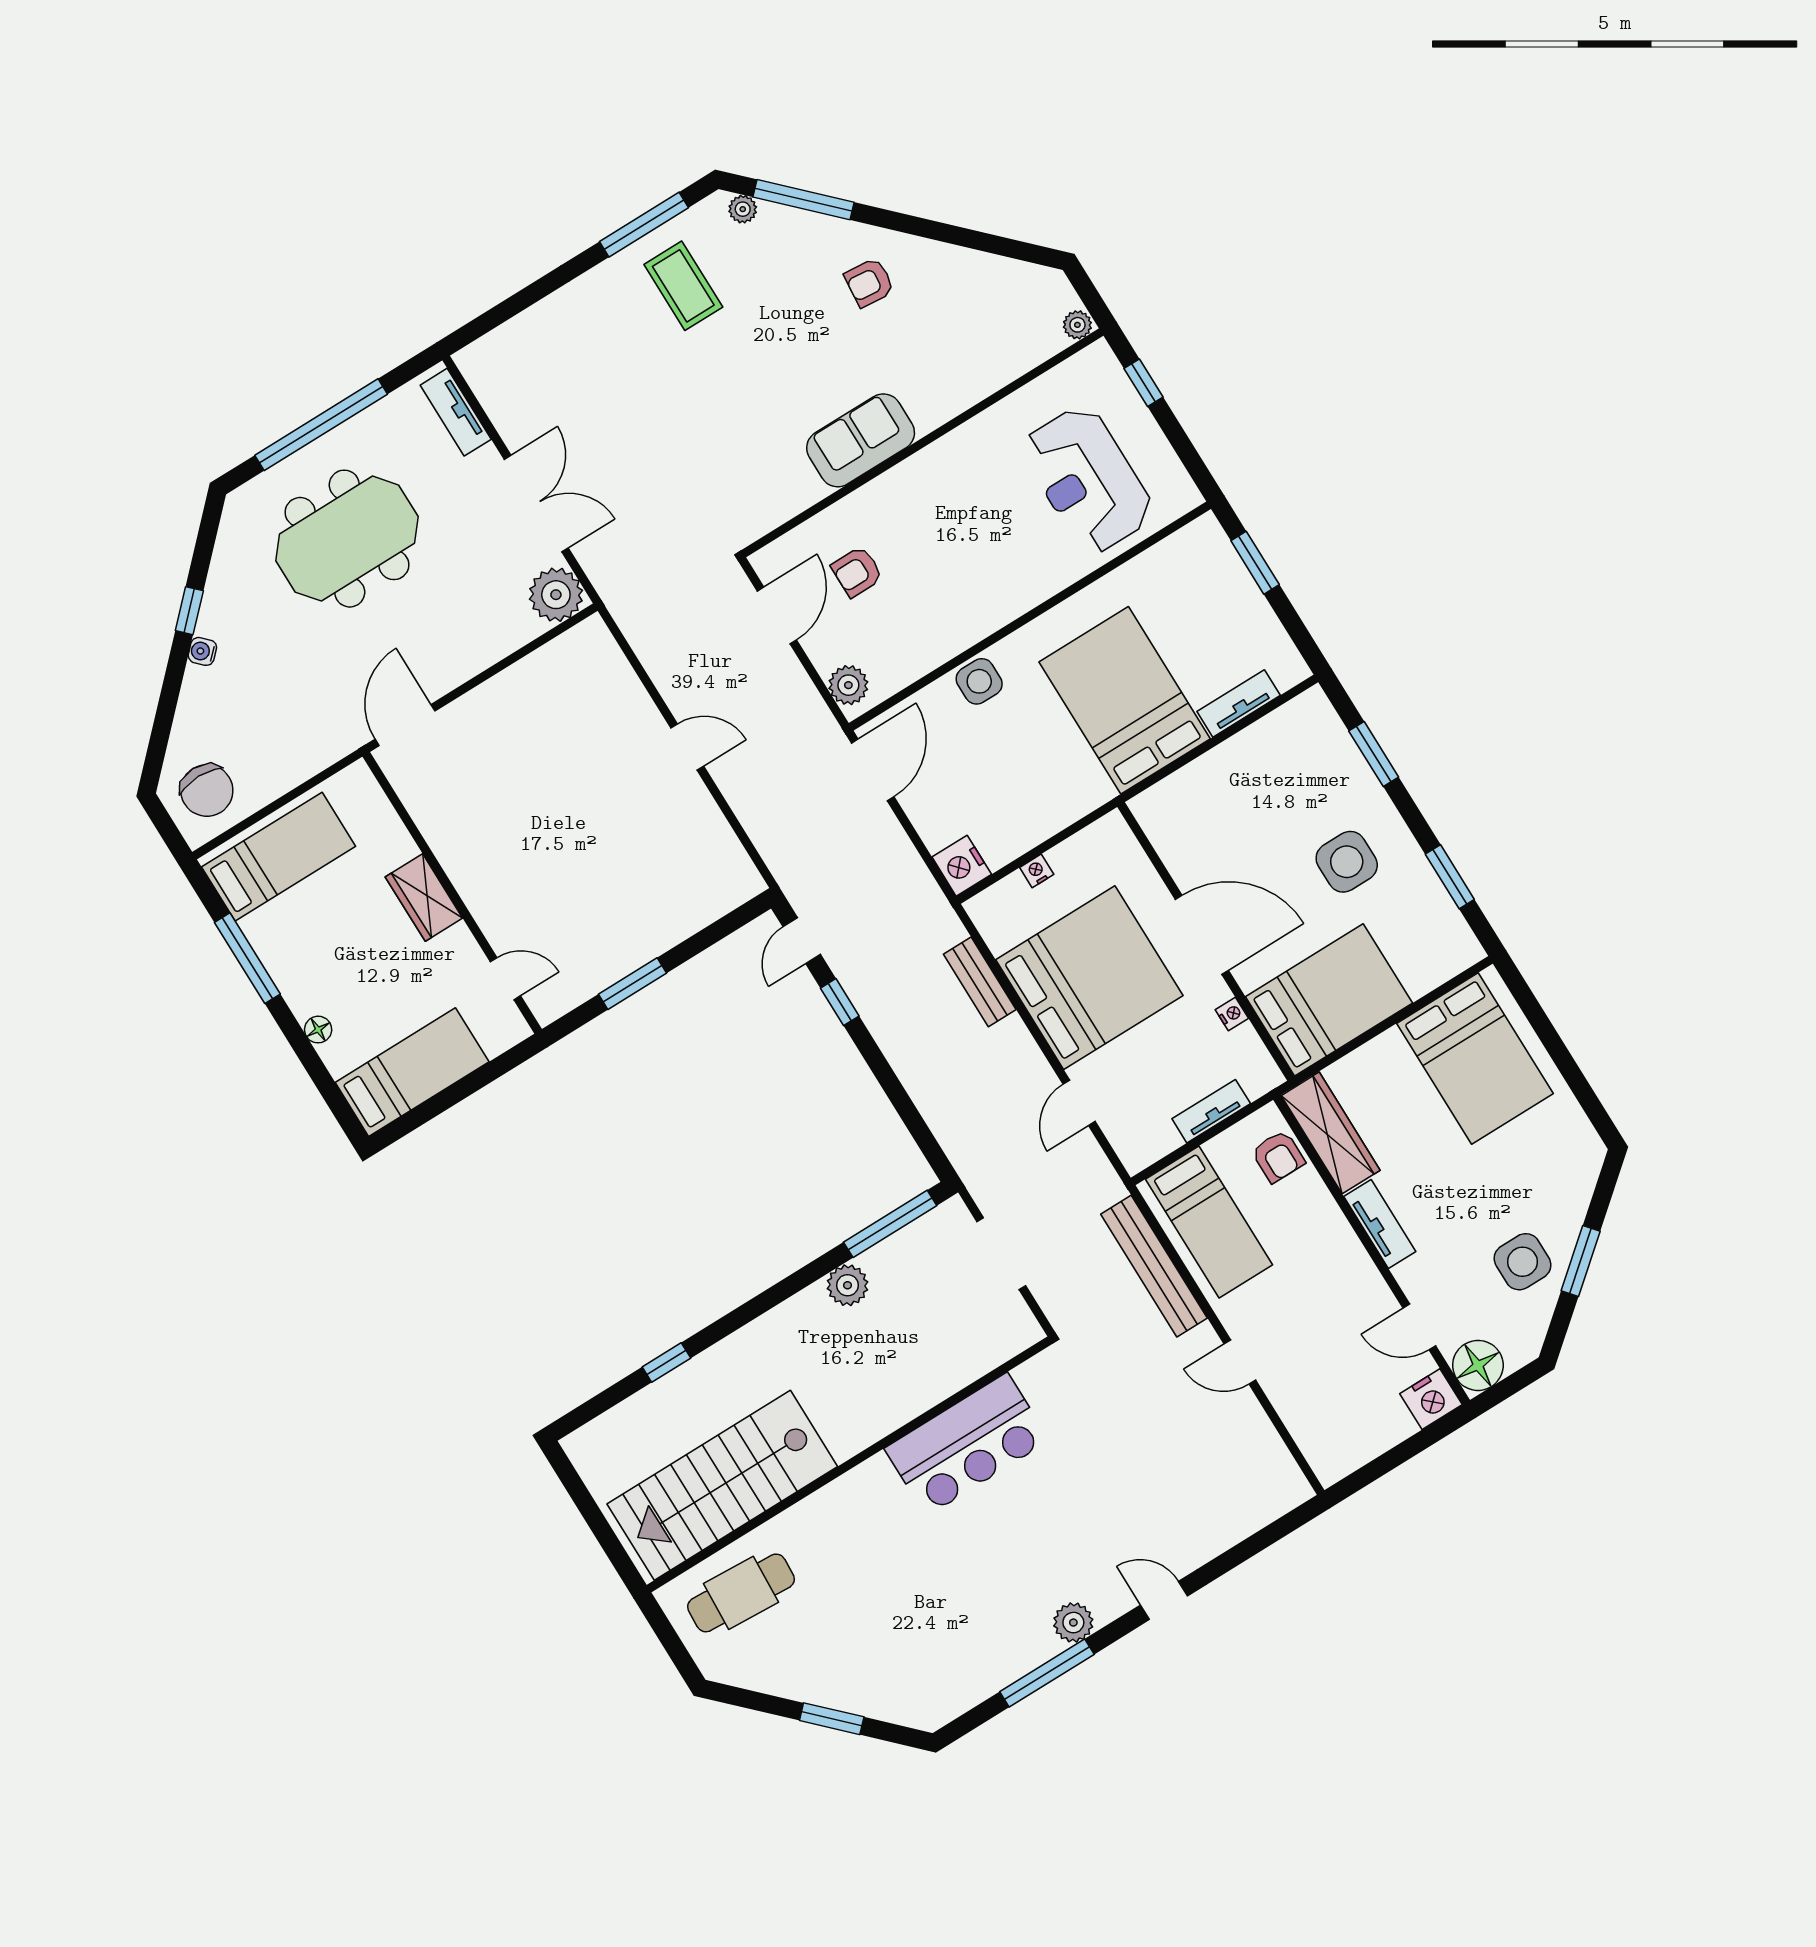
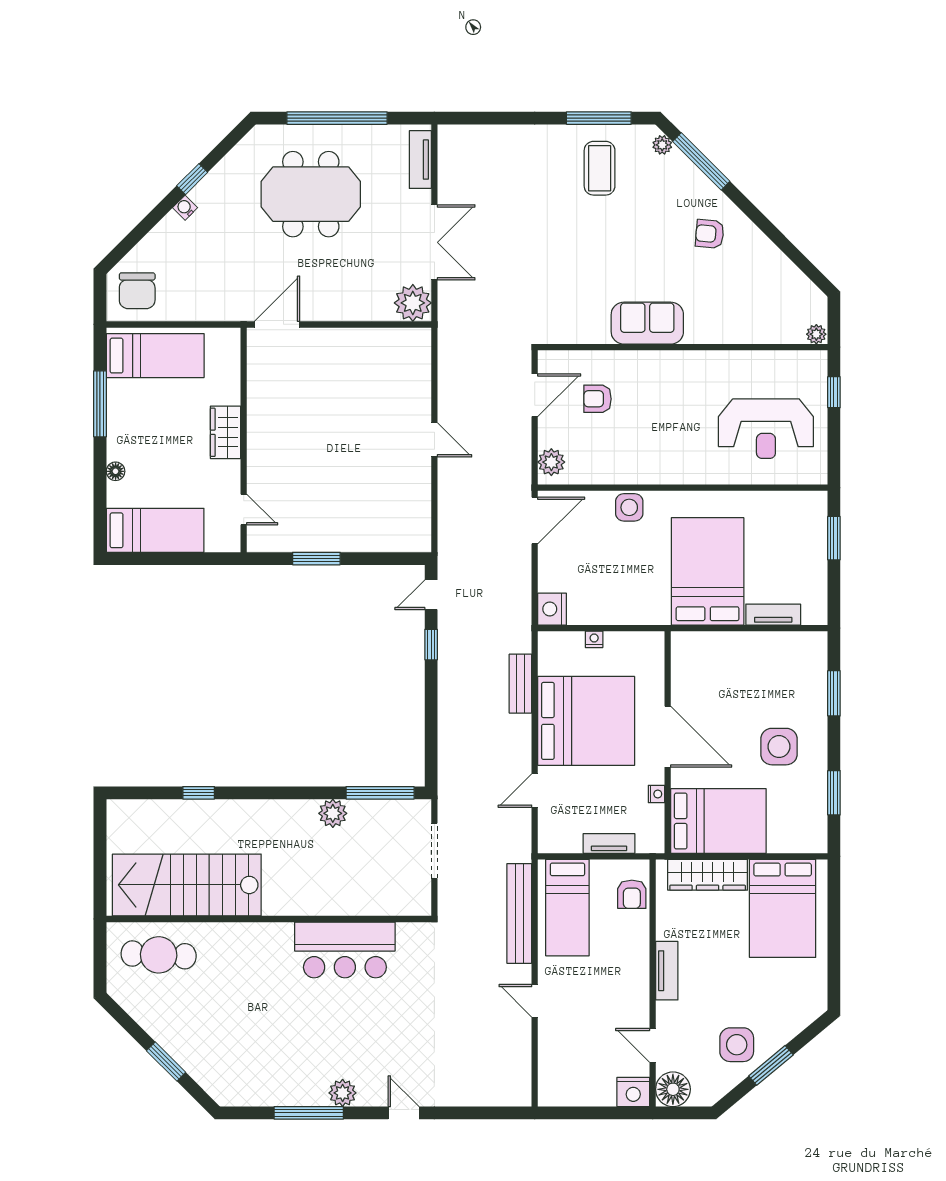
reception desk: (1088, 480) -> (766, 429), turned -90
wardrobe: (1331, 1133) -> (708, 875), moved, turned 90

